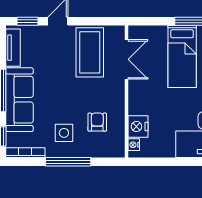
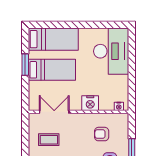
coffee table: (90, 52) -> (49, 140), width x0.54, depth x0.58
nightstand: (138, 126) -> (90, 103), moved

